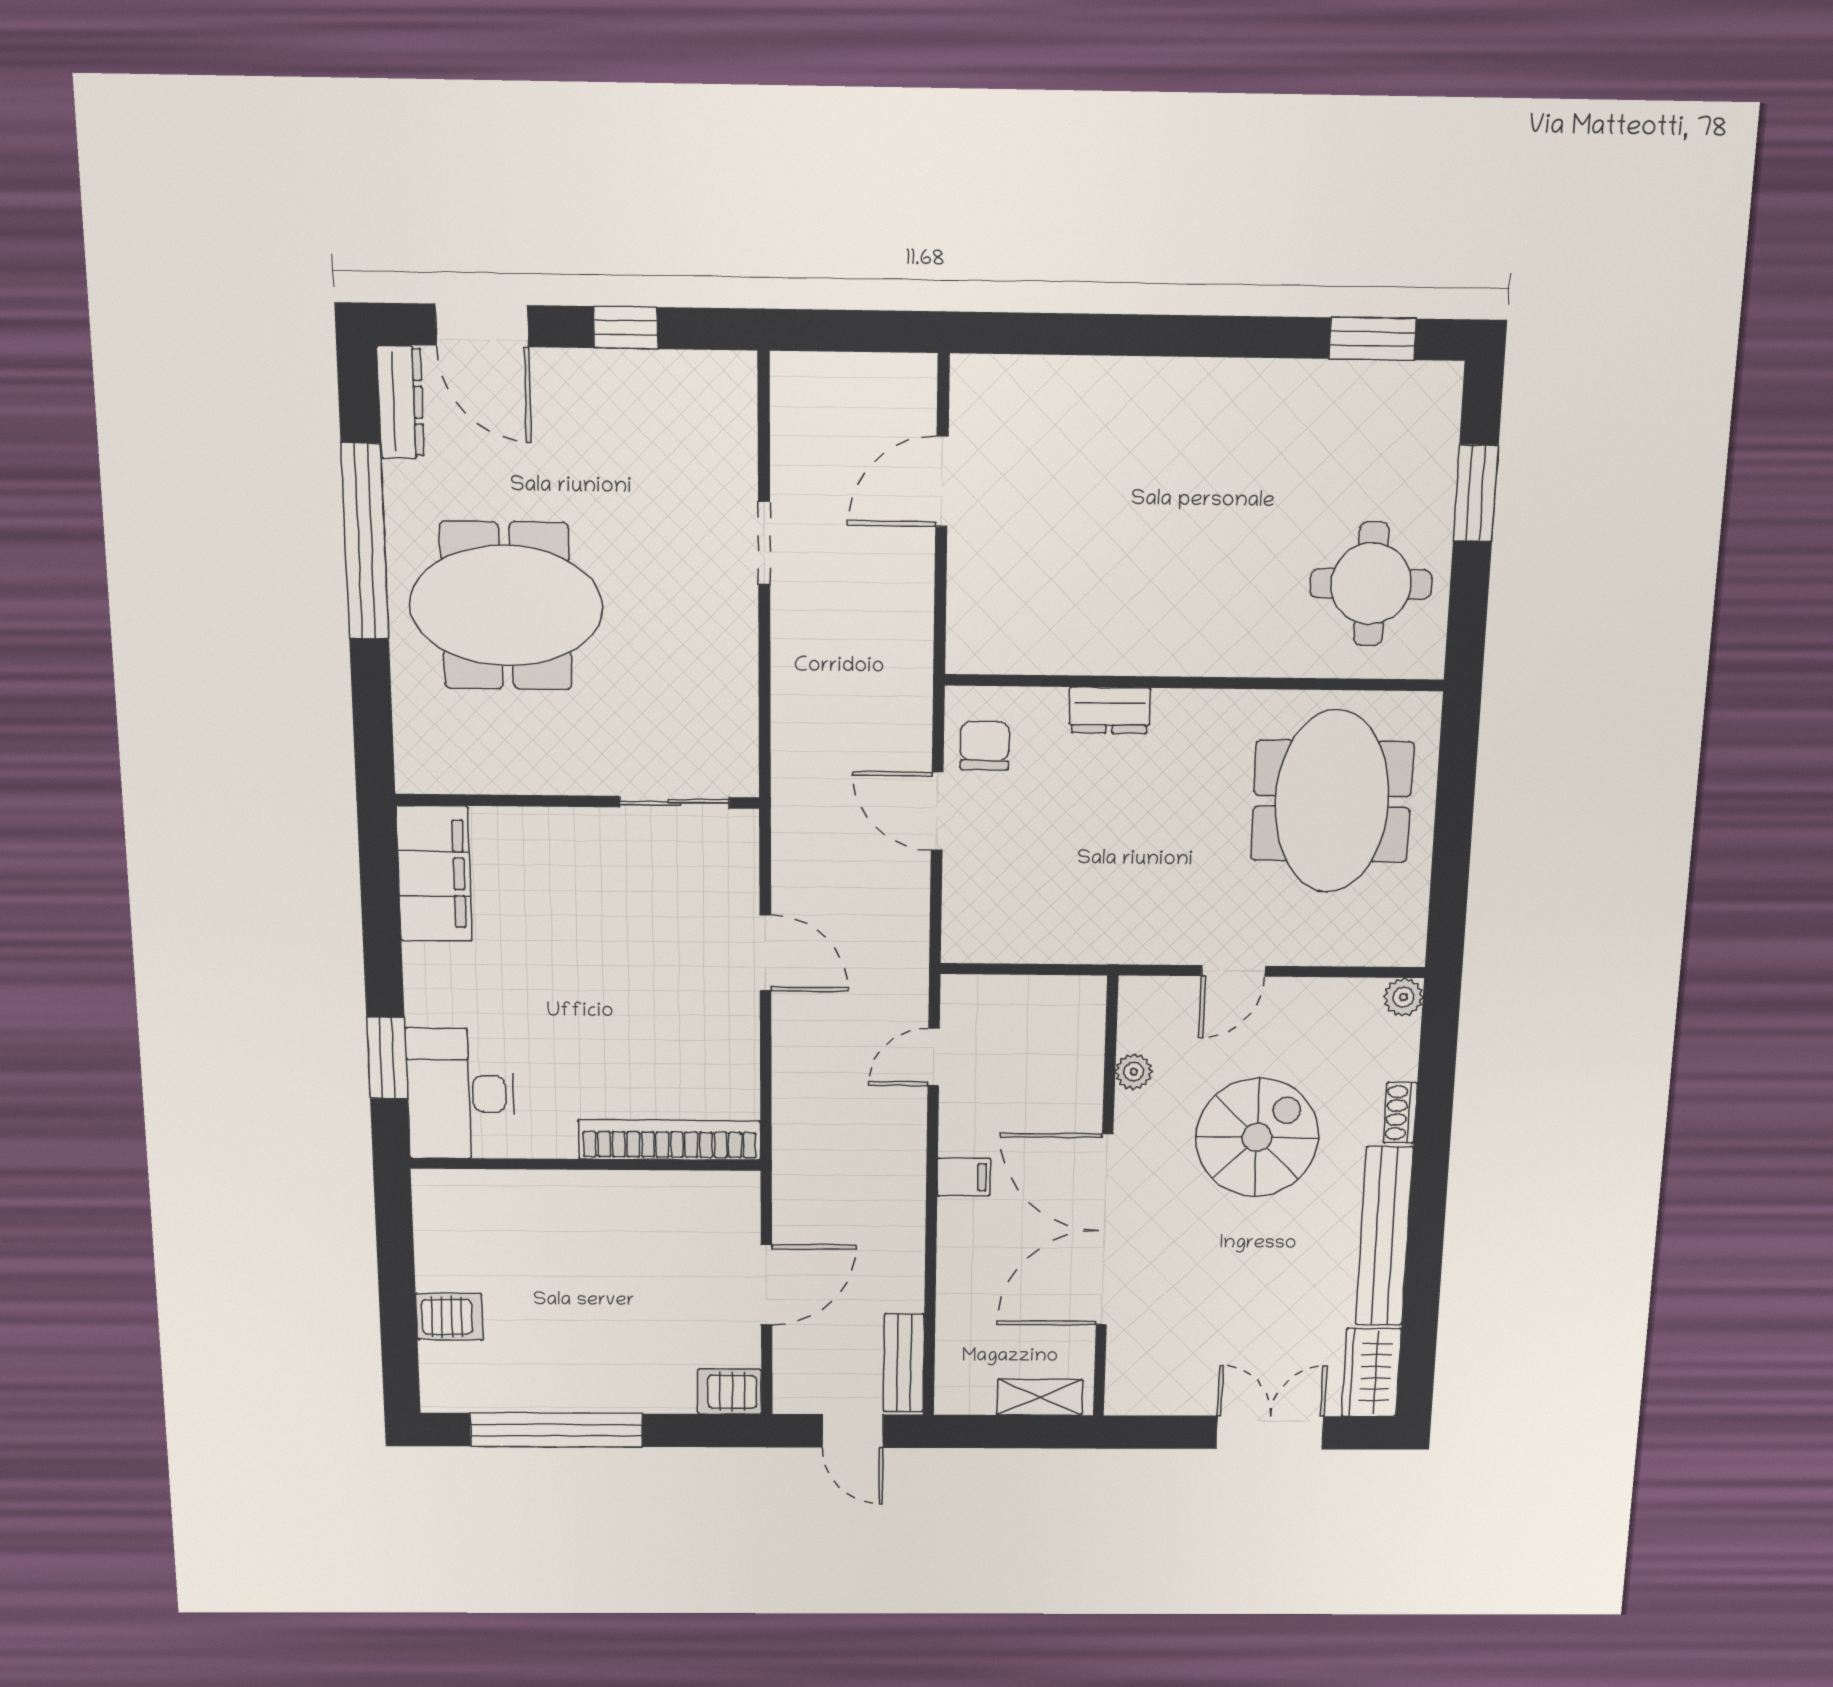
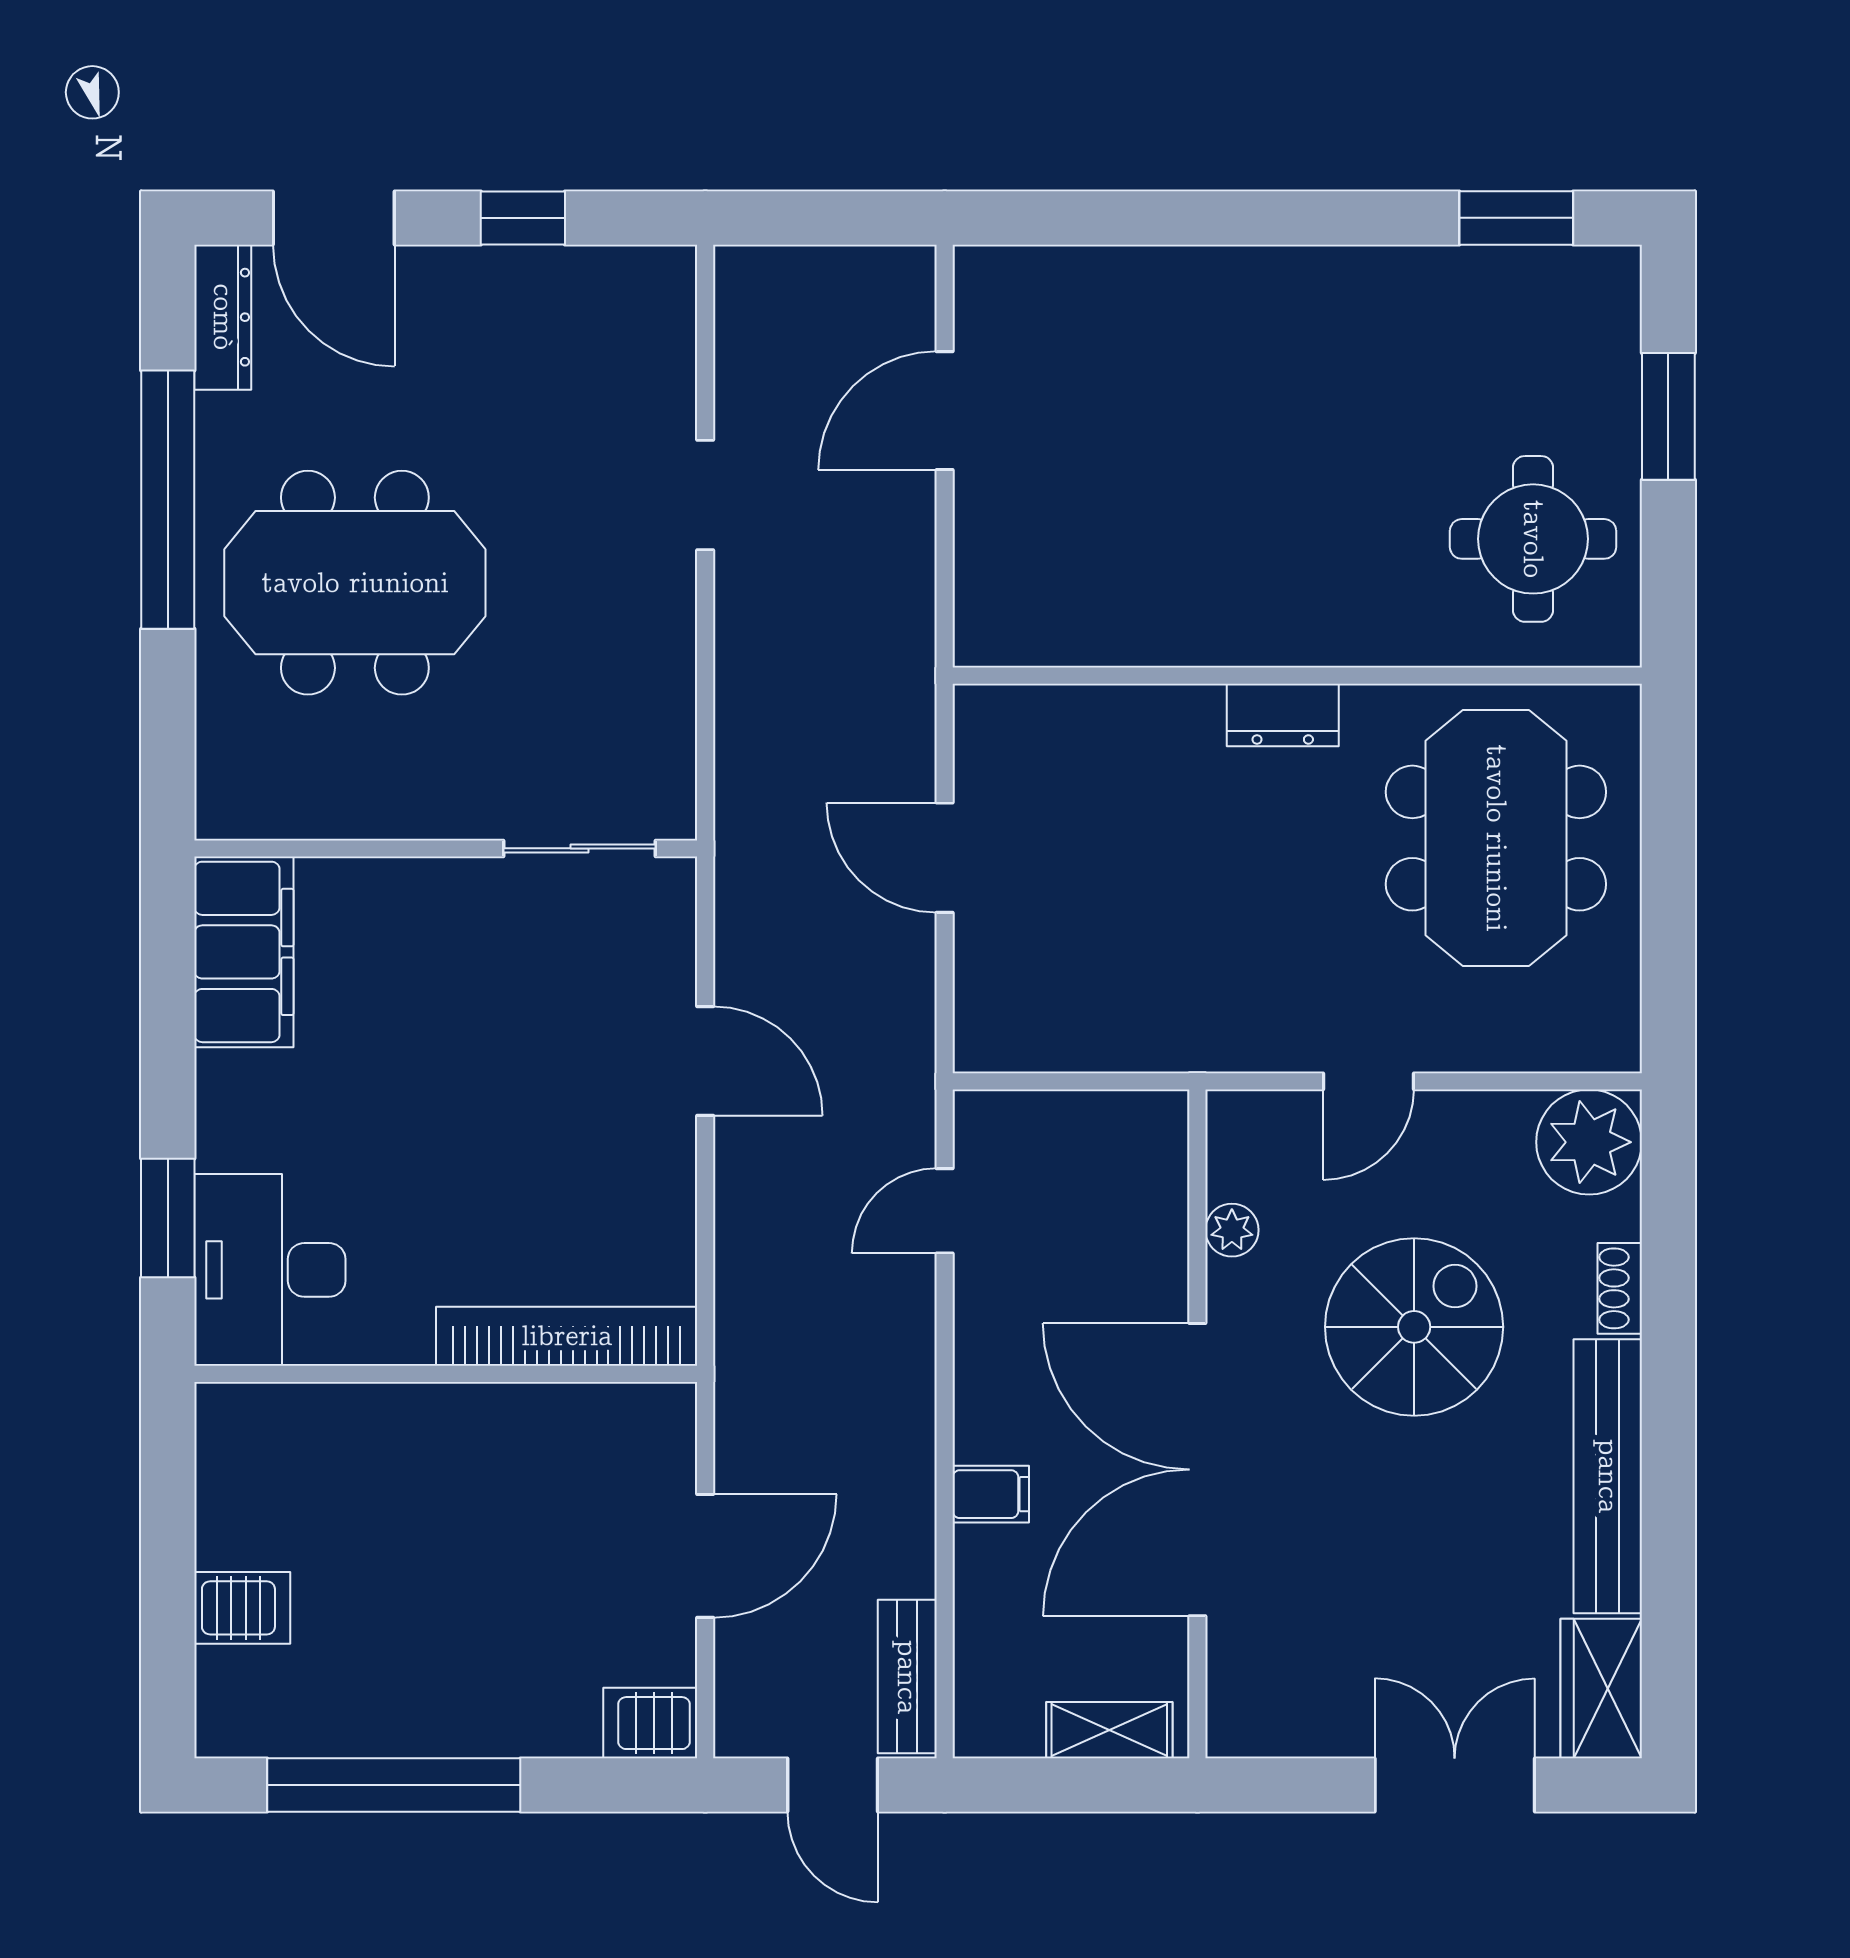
dresser: (1110, 710) -> (1283, 715), moved
chair: (985, 746) -> (1009, 765), removed
plant: (1403, 997) -> (1589, 1142), width x1.87, depth x1.87
filing cabinet: (964, 1177) -> (991, 1494), moved

